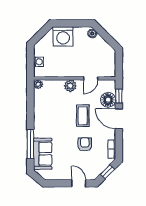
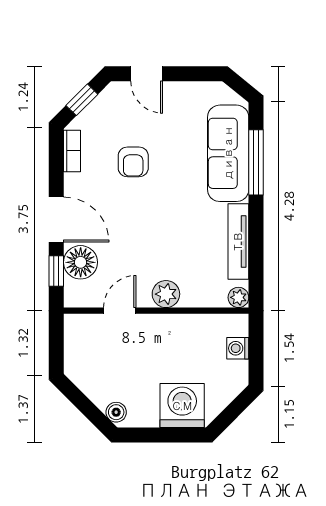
tv unit: (38, 109) -> (238, 242), added
coffee table: (83, 116) -> (138, 226), removed
sofa: (43, 154) -> (228, 153), width x1.36

